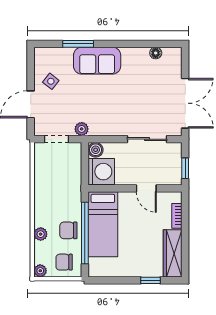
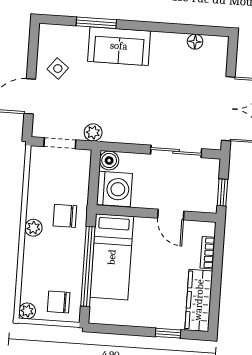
chair: (68, 230) -> (65, 216), moved
plant: (41, 234) -> (33, 228), moved

